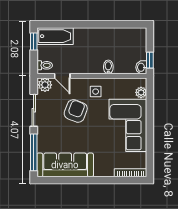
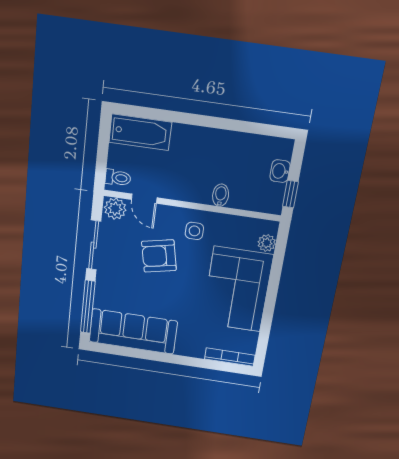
window: (34, 41) -> (104, 136), removed
washbasin: (141, 67) -> (280, 171), moved
armchair: (76, 111) -> (159, 256), turned -123

